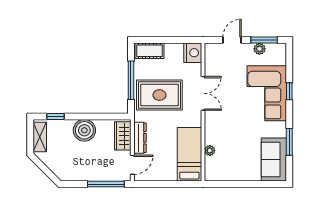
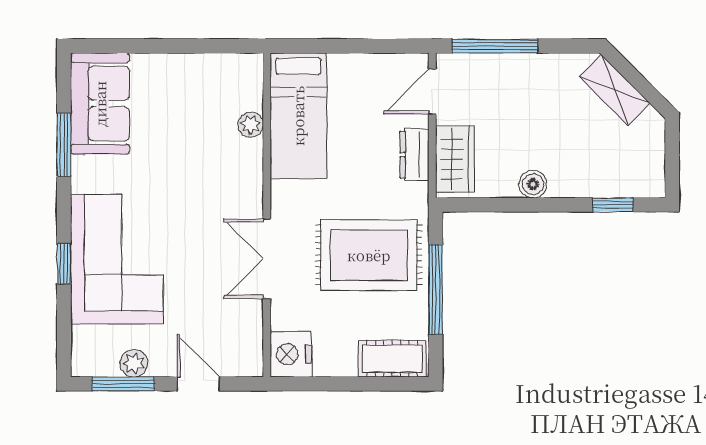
door: (232, 40) -> (199, 384), swing flipped
boiler: (84, 130) -> (533, 184), width x0.54, depth x0.54
shelving: (40, 137) -> (615, 90), moved, turned -45
dresser: (140, 138) -> (414, 155), width x0.70

